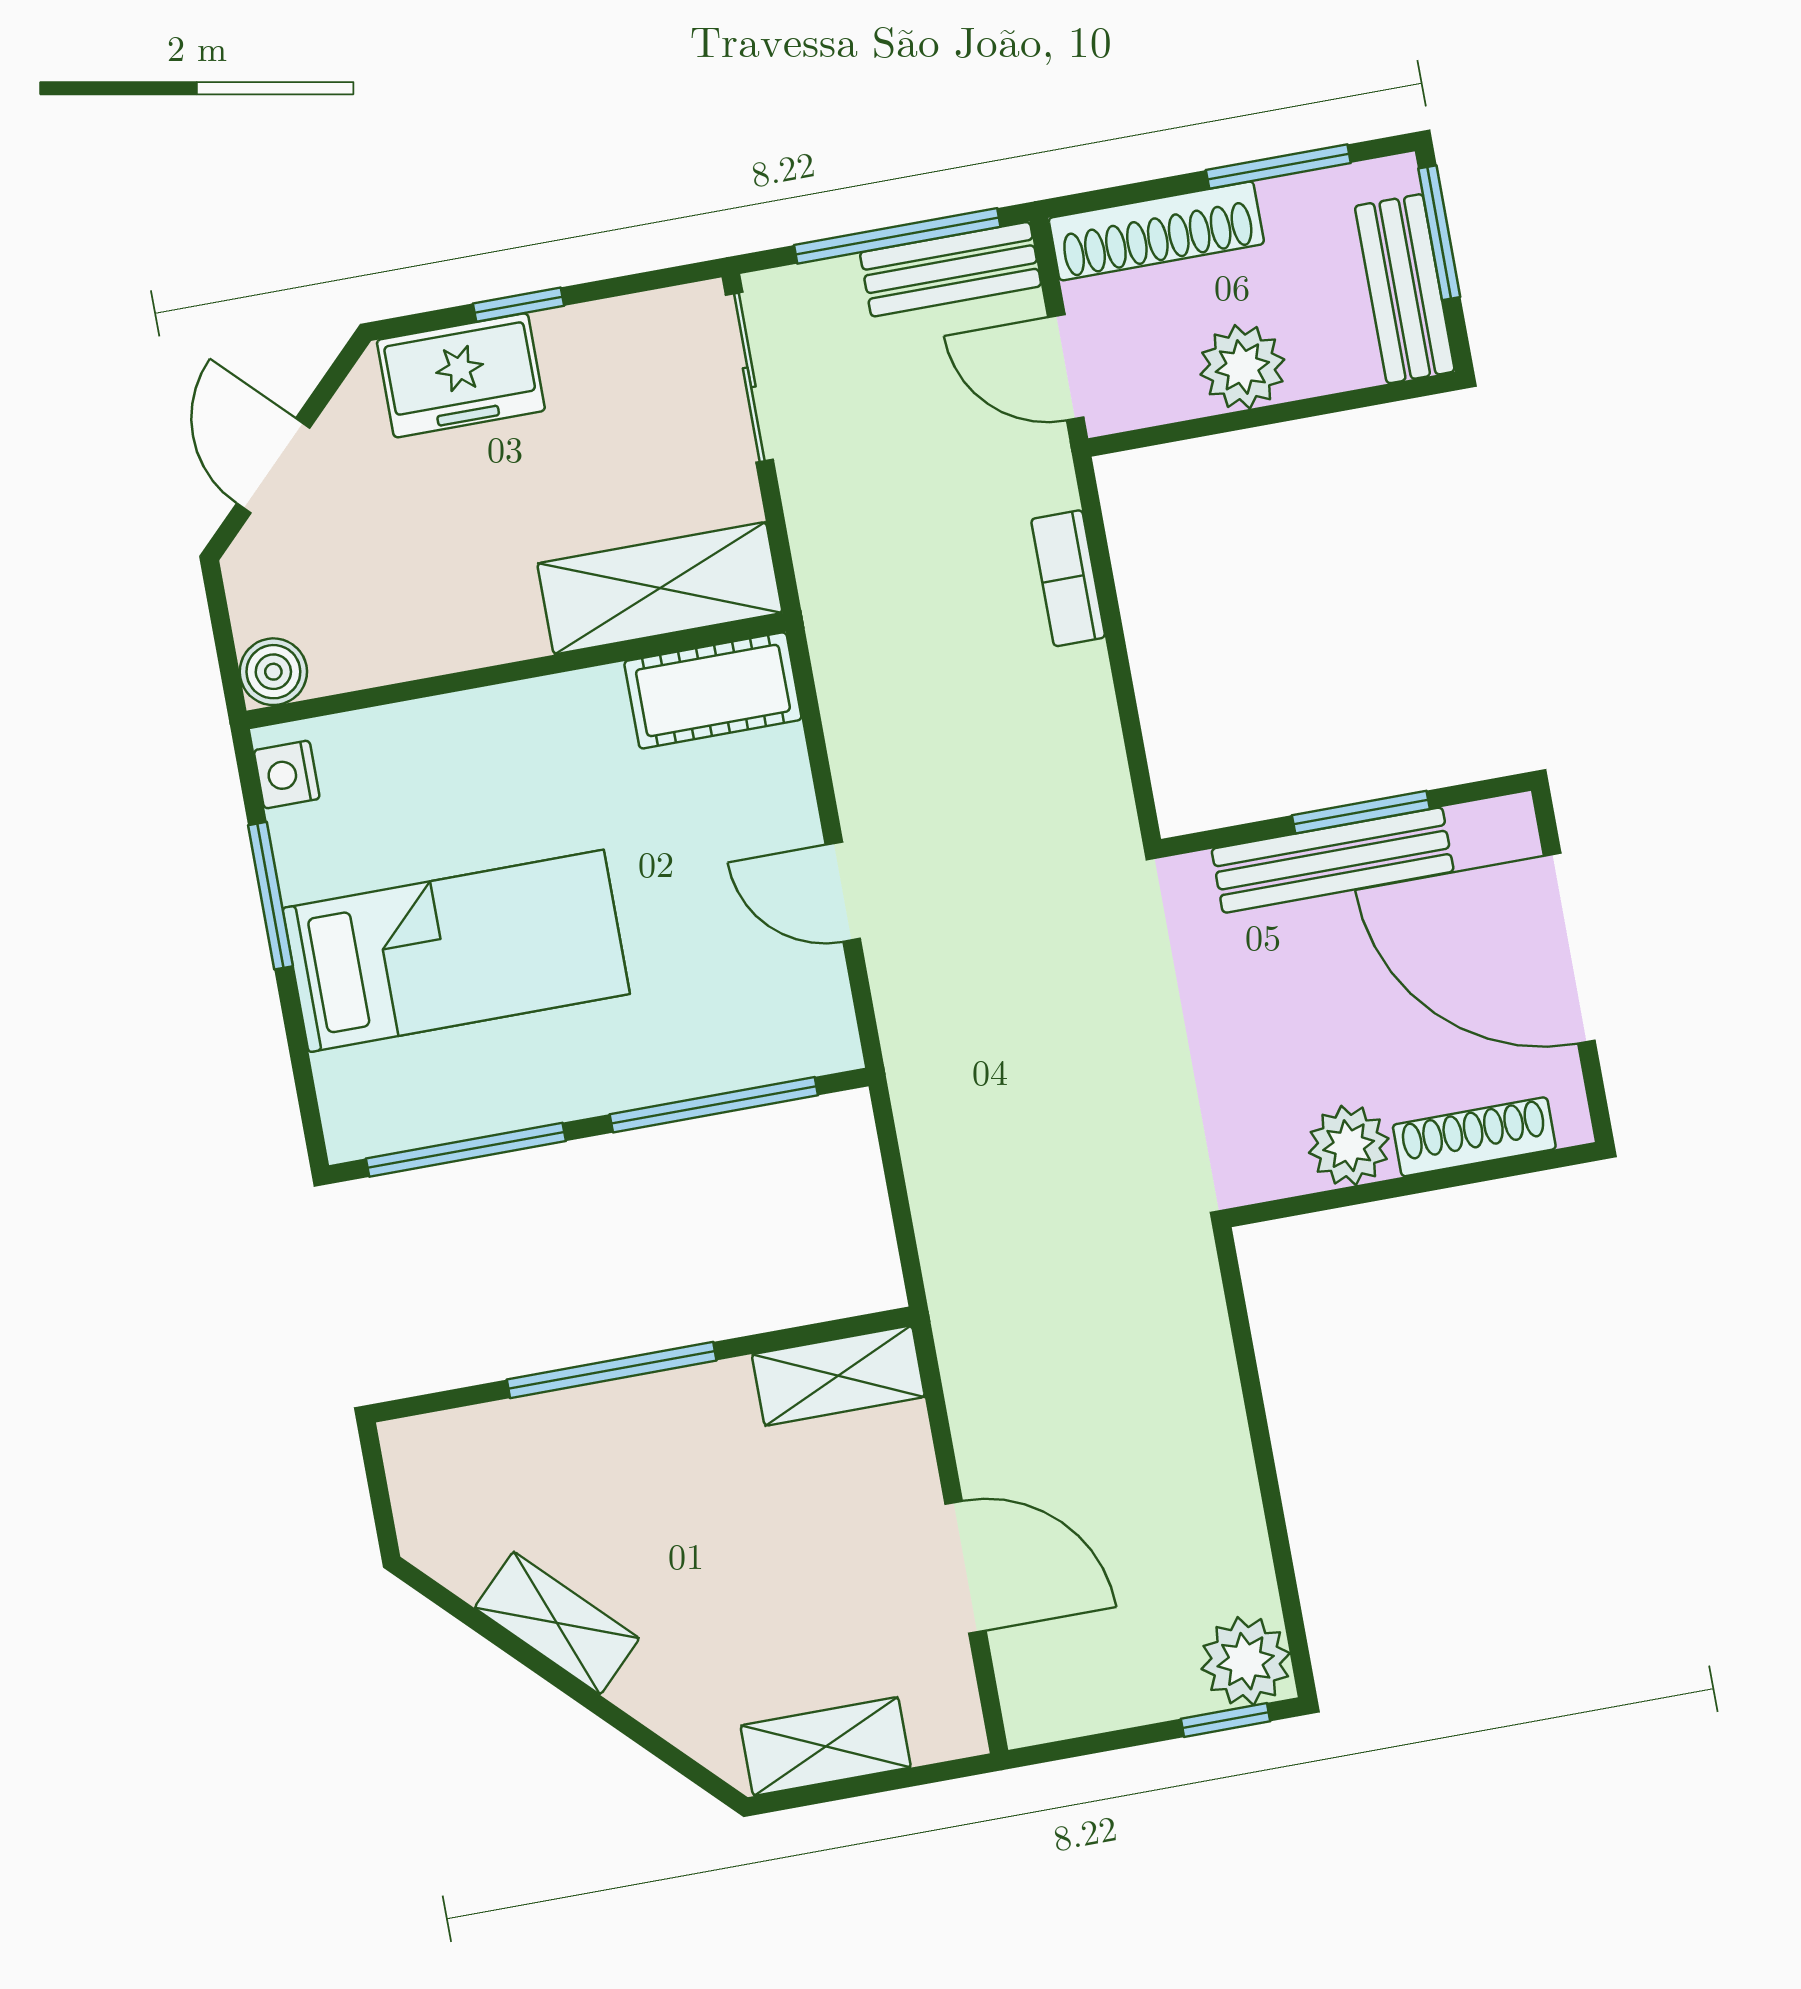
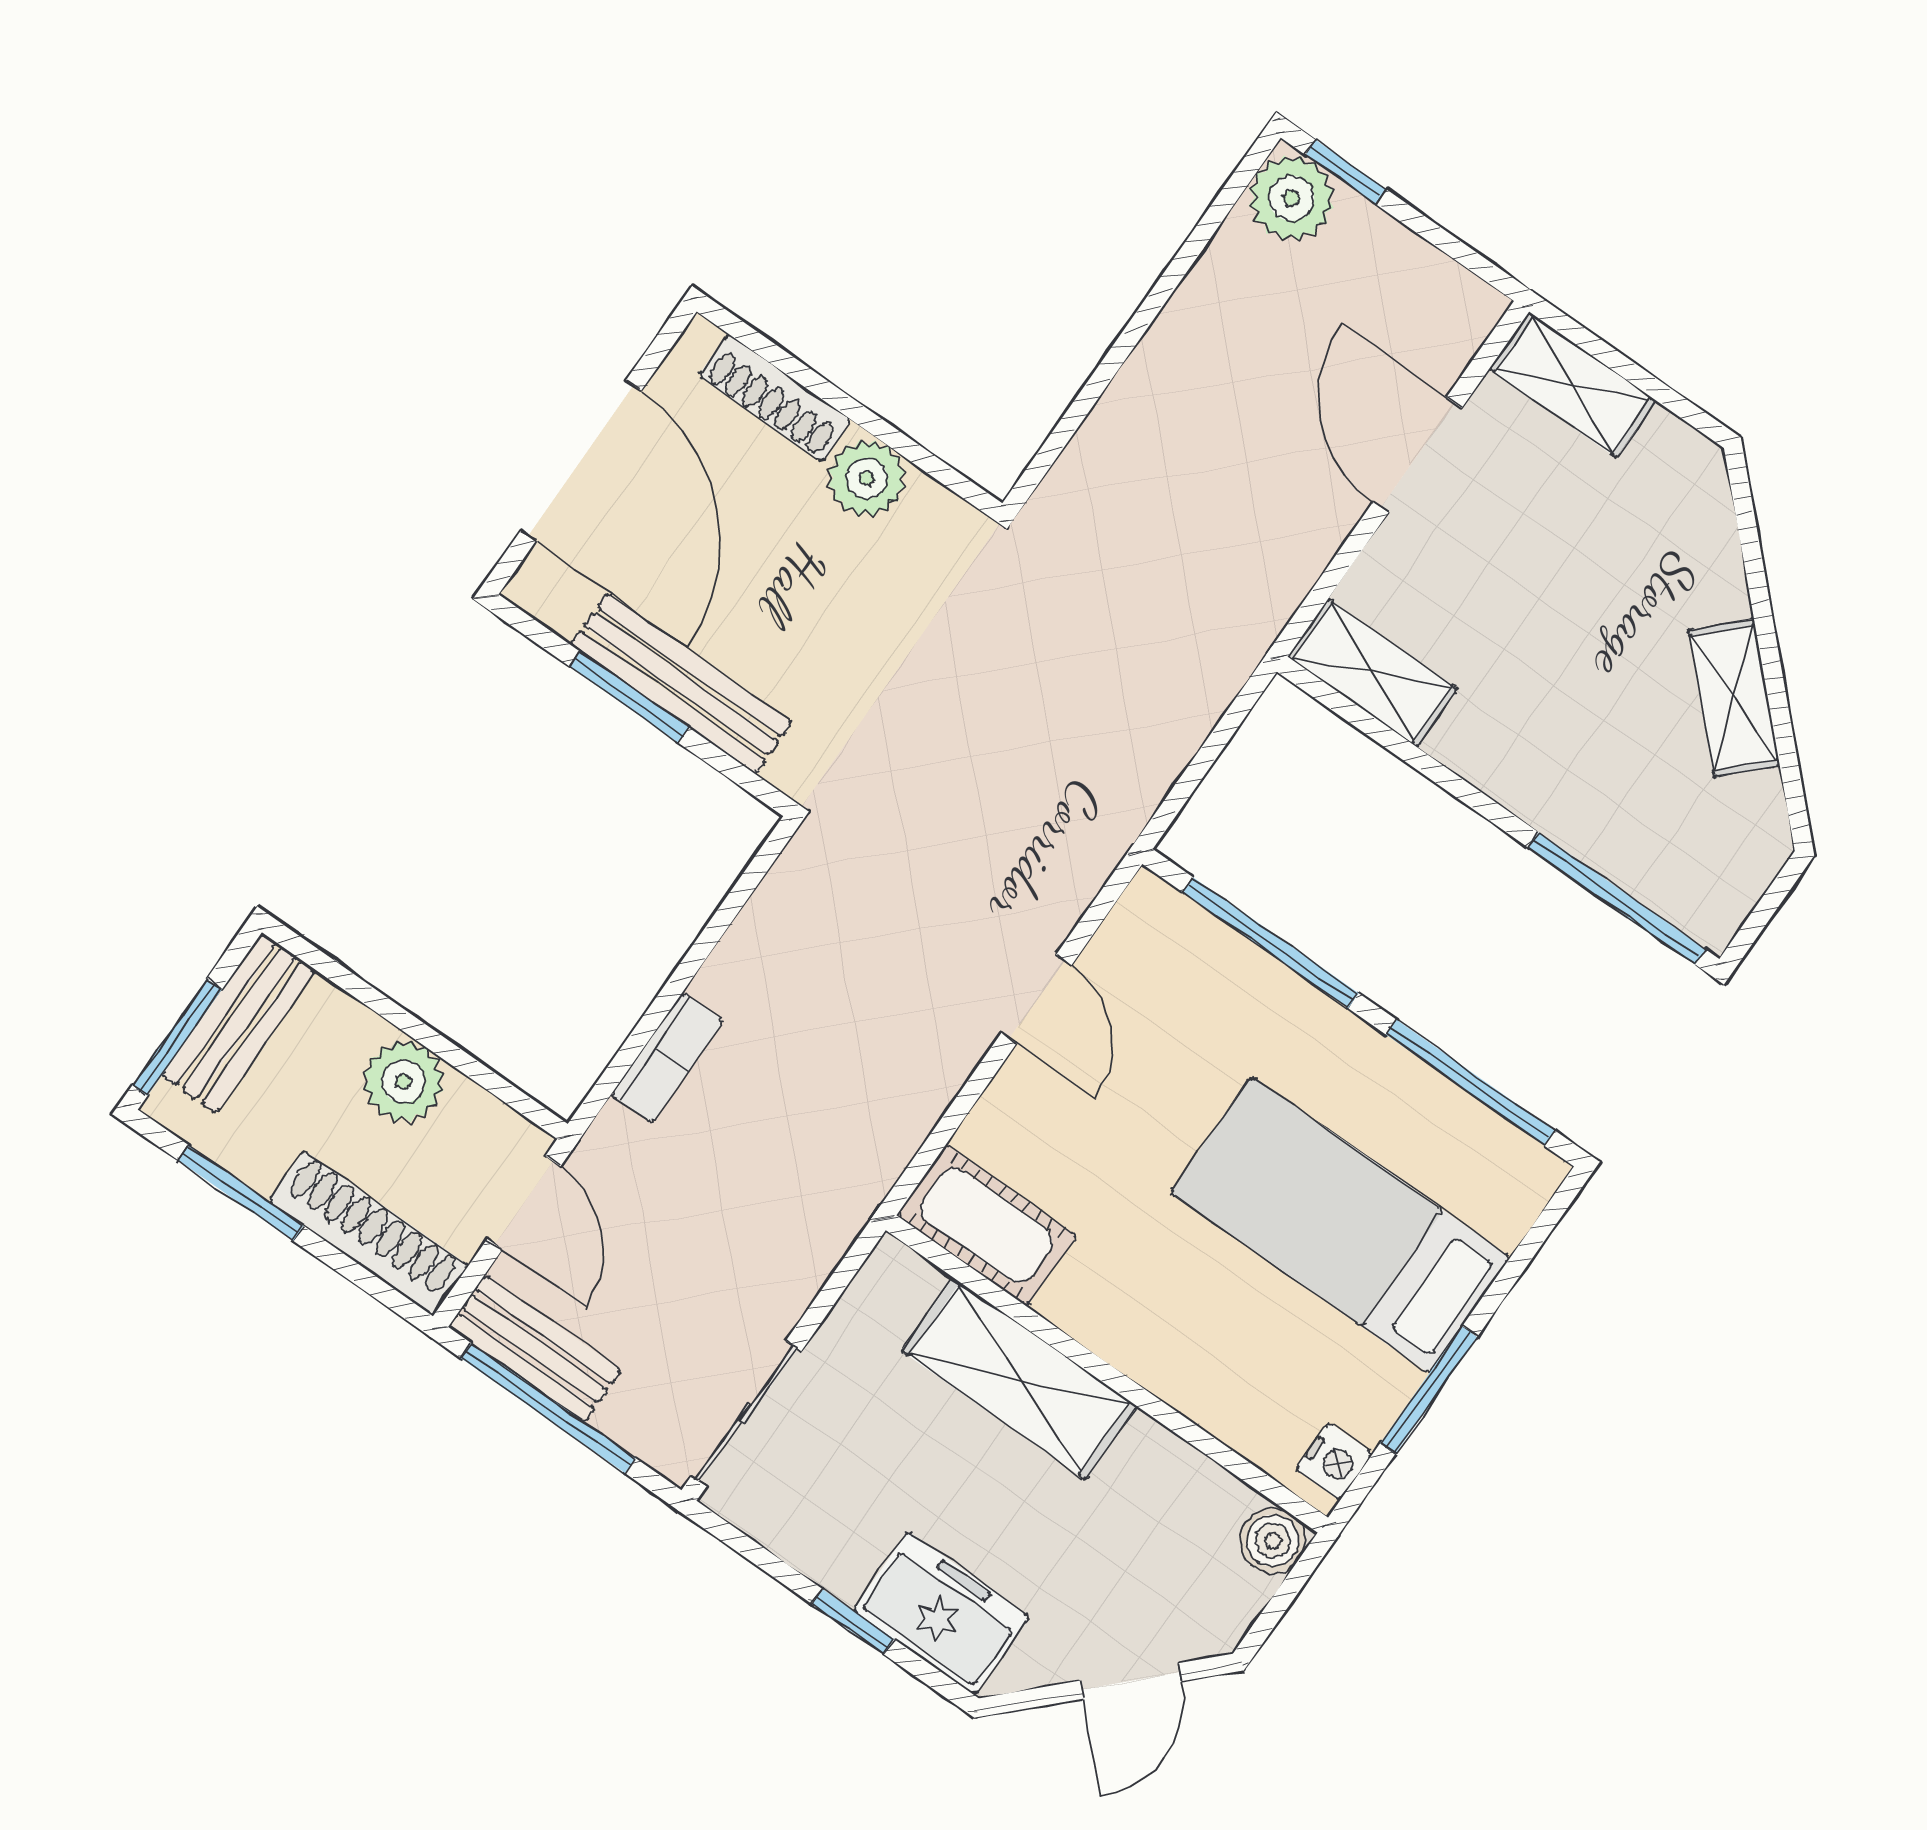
shelving: (660, 588) -> (1019, 1379), moved
window: (612, 1370) -> (1617, 898), moved
shelving: (826, 1746) -> (1573, 385), moved

